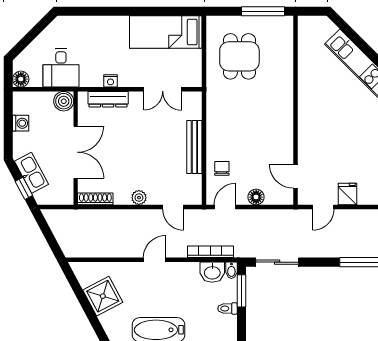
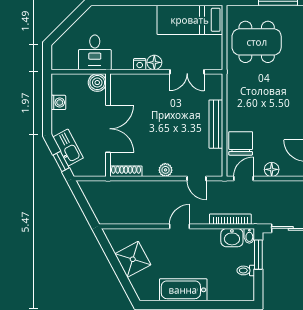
dining table: (239, 56) -> (257, 42), width x1.38
floor lamp: (21, 79) -> (154, 62), moved
dresser: (108, 99) -> (137, 81), removed
chair: (222, 168) -> (241, 143), width x1.87, depth x1.87

